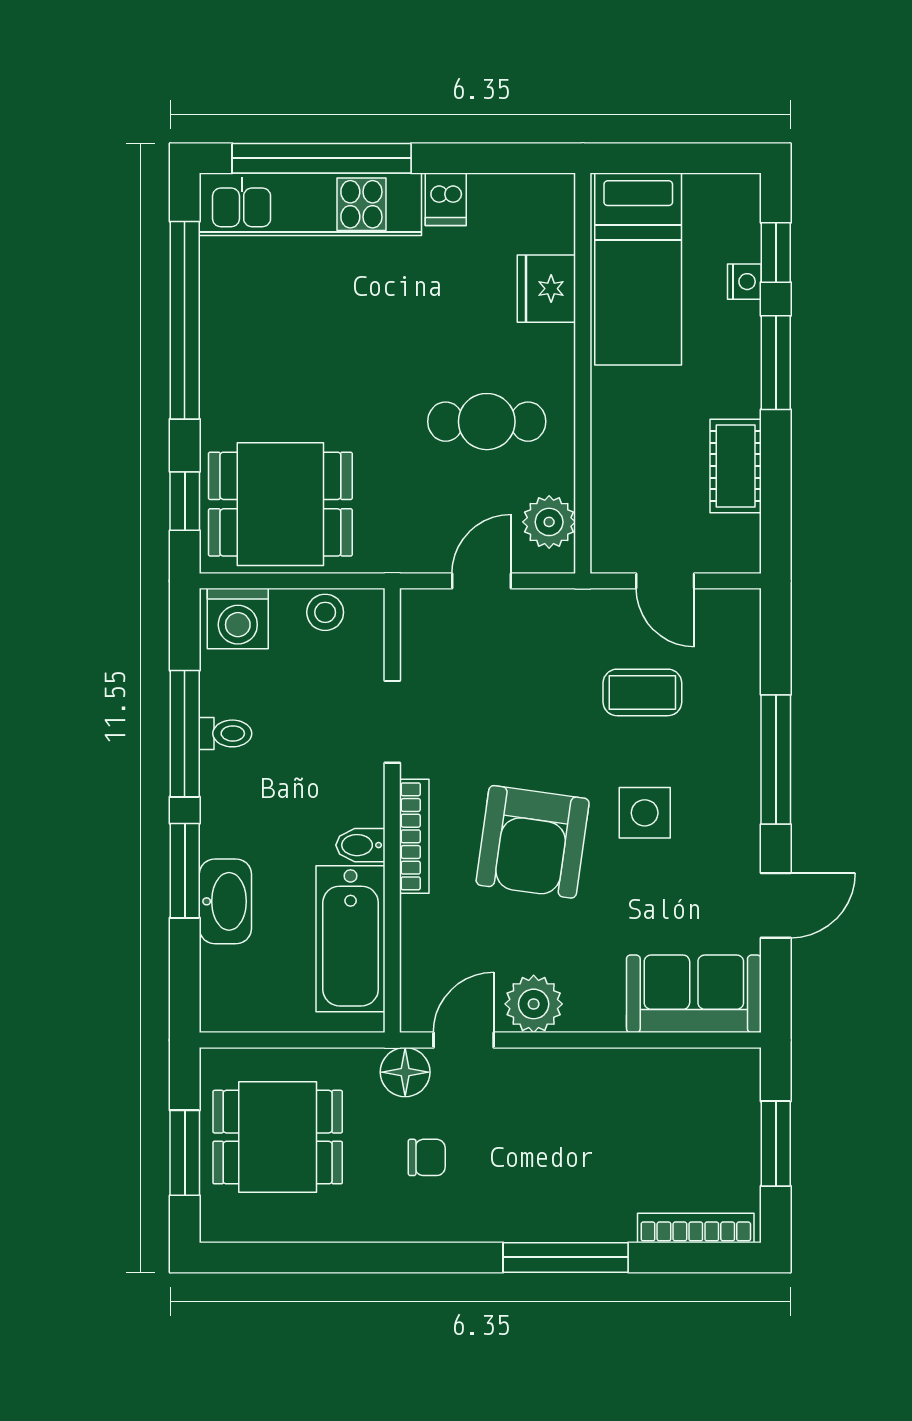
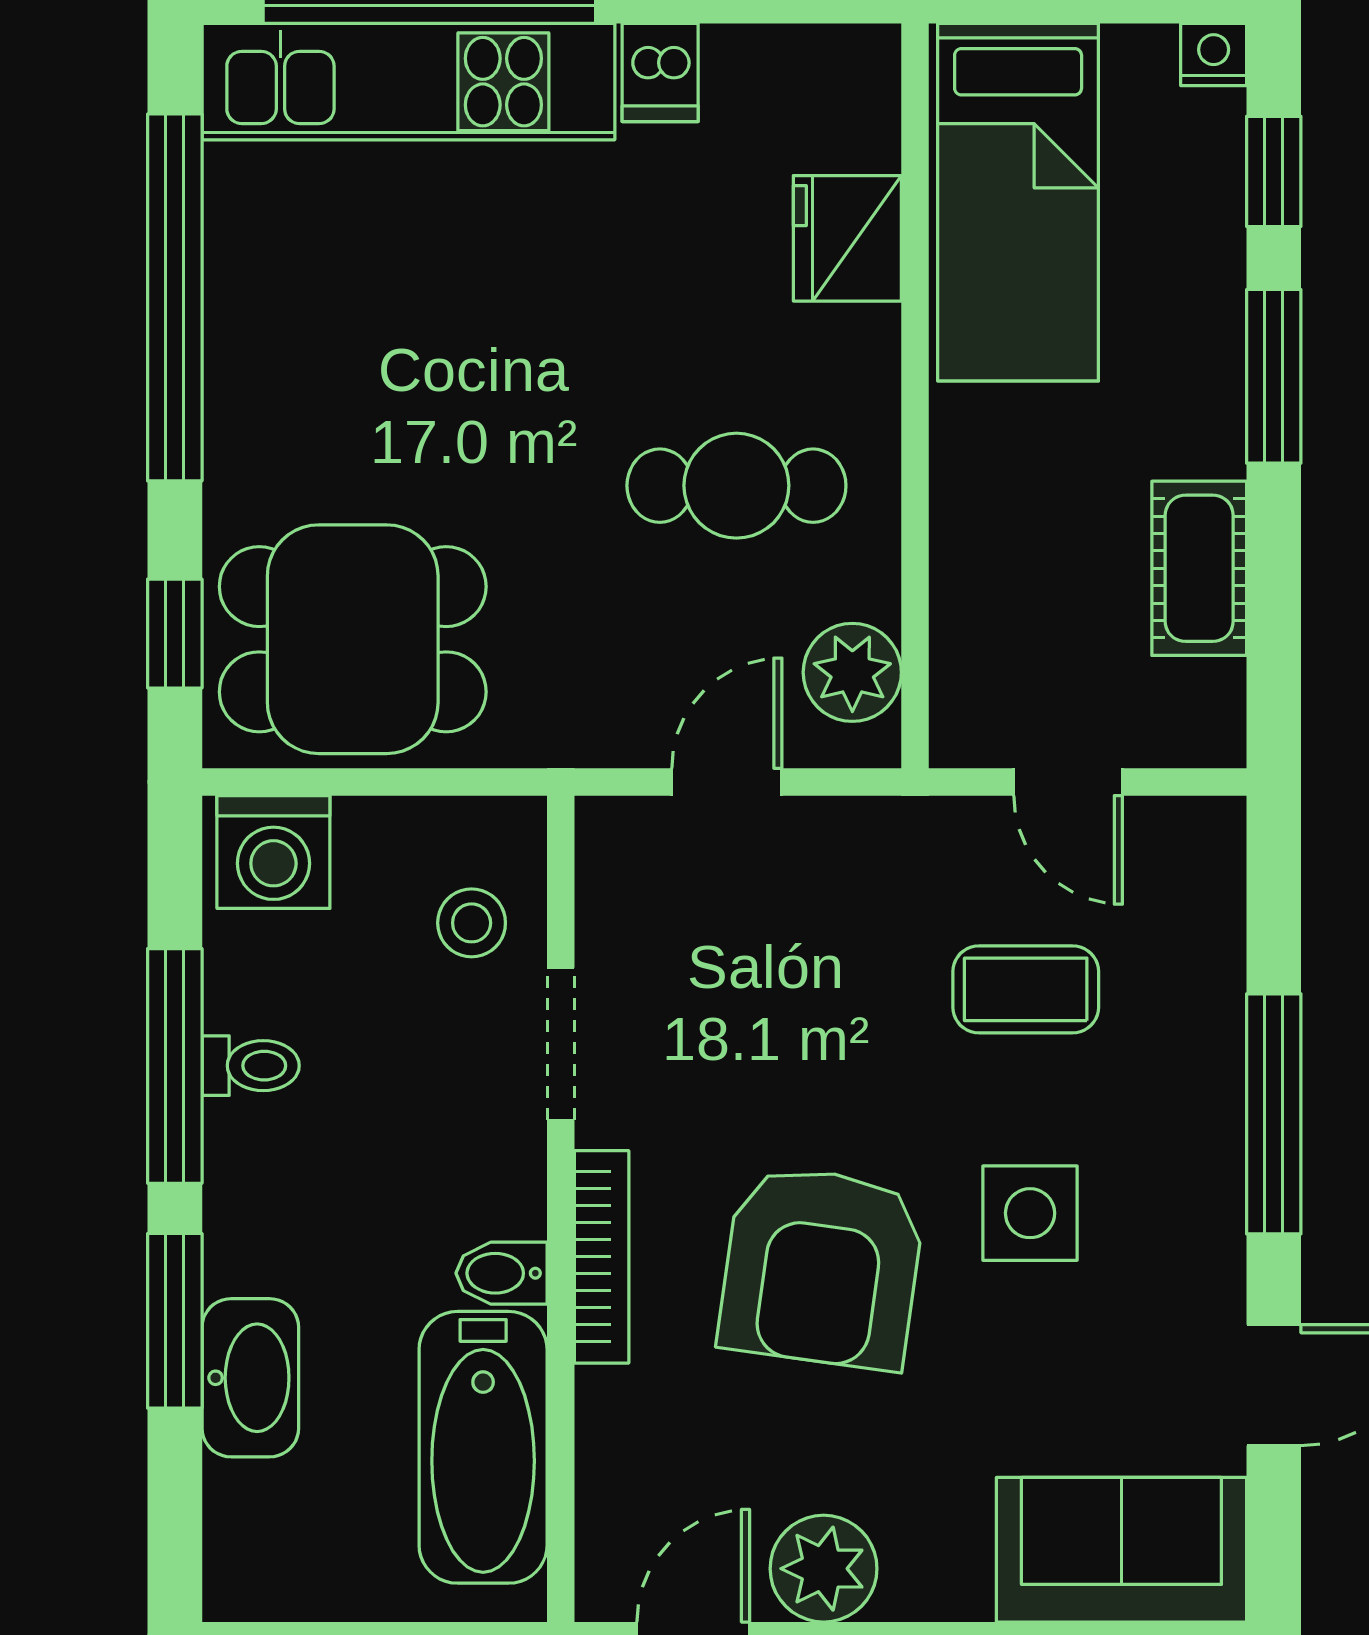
nightstand: (744, 282) -> (1214, 55), moved, turned -90
stool: (325, 612) -> (472, 923), moved

